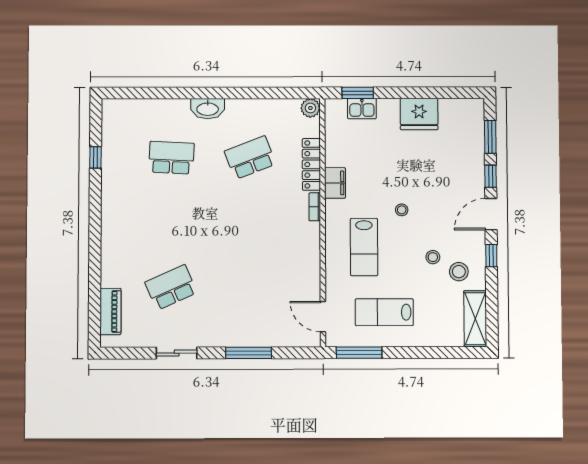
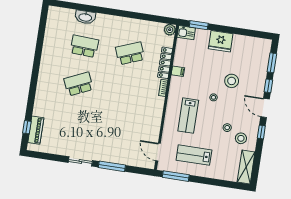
washbasin: (208, 109) -> (85, 17), moved
kitchen sink: (362, 109) -> (186, 33), moved
fridge: (419, 114) -> (221, 41), moved
window: (96, 157) -> (27, 127), moved
stool: (428, 178) -> (232, 81), added
filing cabinet: (335, 183) -> (178, 71), width x0.50
door: (491, 214) -> (265, 108), hinge flipped
school desk: (171, 287) -> (79, 84), moved
sliding door: (177, 353) -> (80, 161), moved

